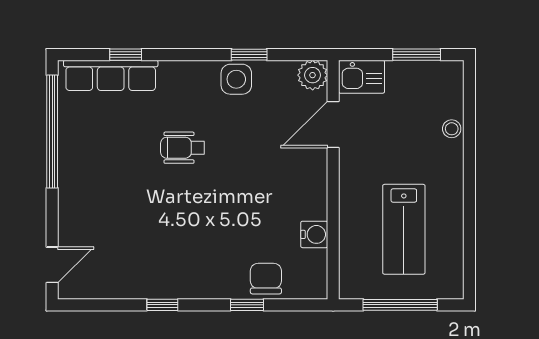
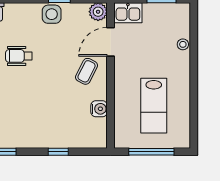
coffee table: (294, 173) -> (87, 71), added
chair: (266, 279) -> (70, 136), removed

